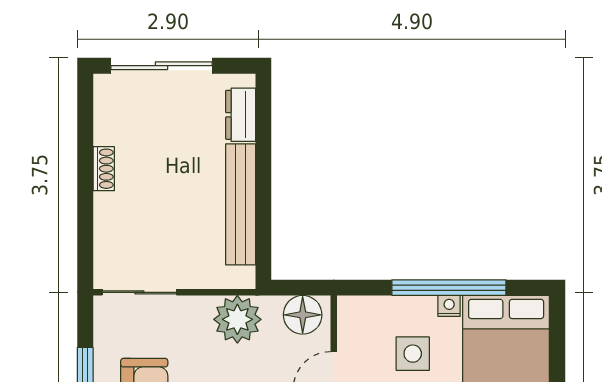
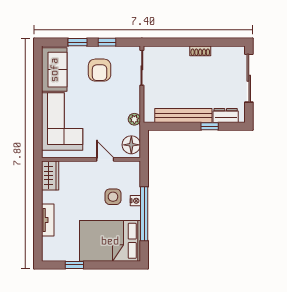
window: (263, 149) -> (210, 126), added
nightstand: (449, 306) -> (135, 201), moved
plant: (237, 319) -> (134, 119), width x0.53, depth x0.53

